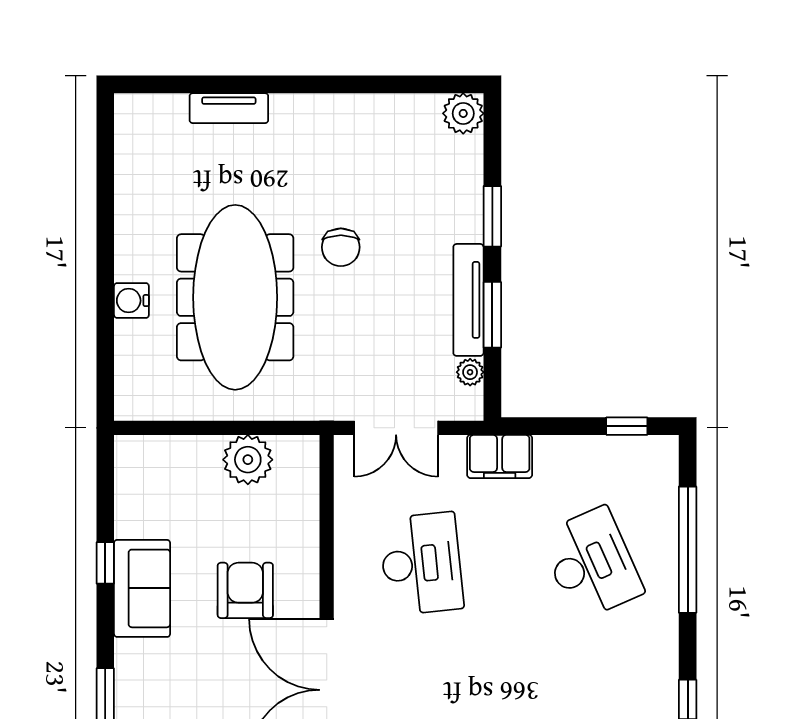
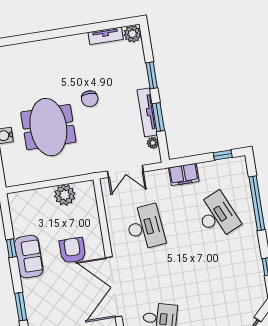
tv unit: (229, 108) -> (106, 36), moved
meeting table: (235, 297) -> (48, 127), width x0.73
filing cabinet: (500, 456) -> (184, 174), moved

